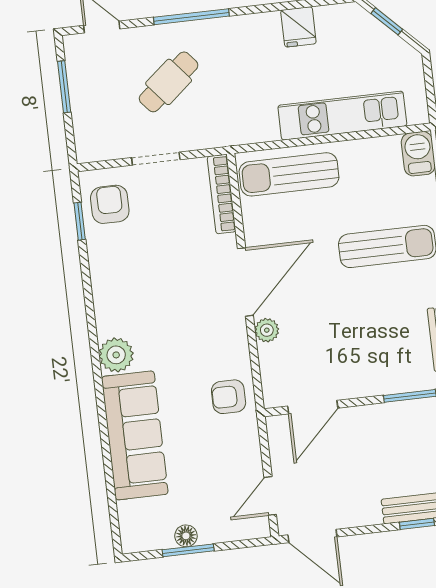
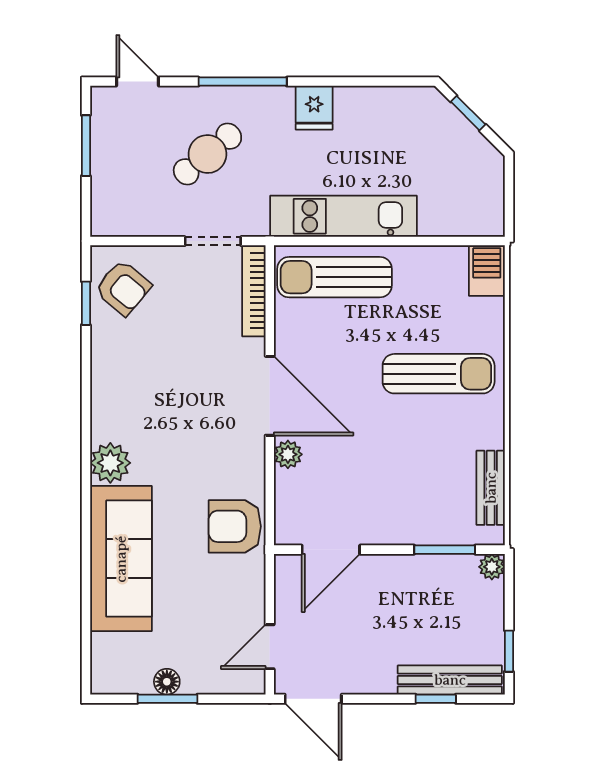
fridge: (298, 27) -> (314, 108), moved
kitchen unit: (342, 116) -> (344, 216), moved
doorway: (156, 159) -> (213, 241), moved
armchair: (110, 204) -> (123, 288), turned 130
door: (245, 282) -> (270, 396), hinge flipped
armchair: (229, 397) -> (235, 526), width x1.38, depth x1.38

